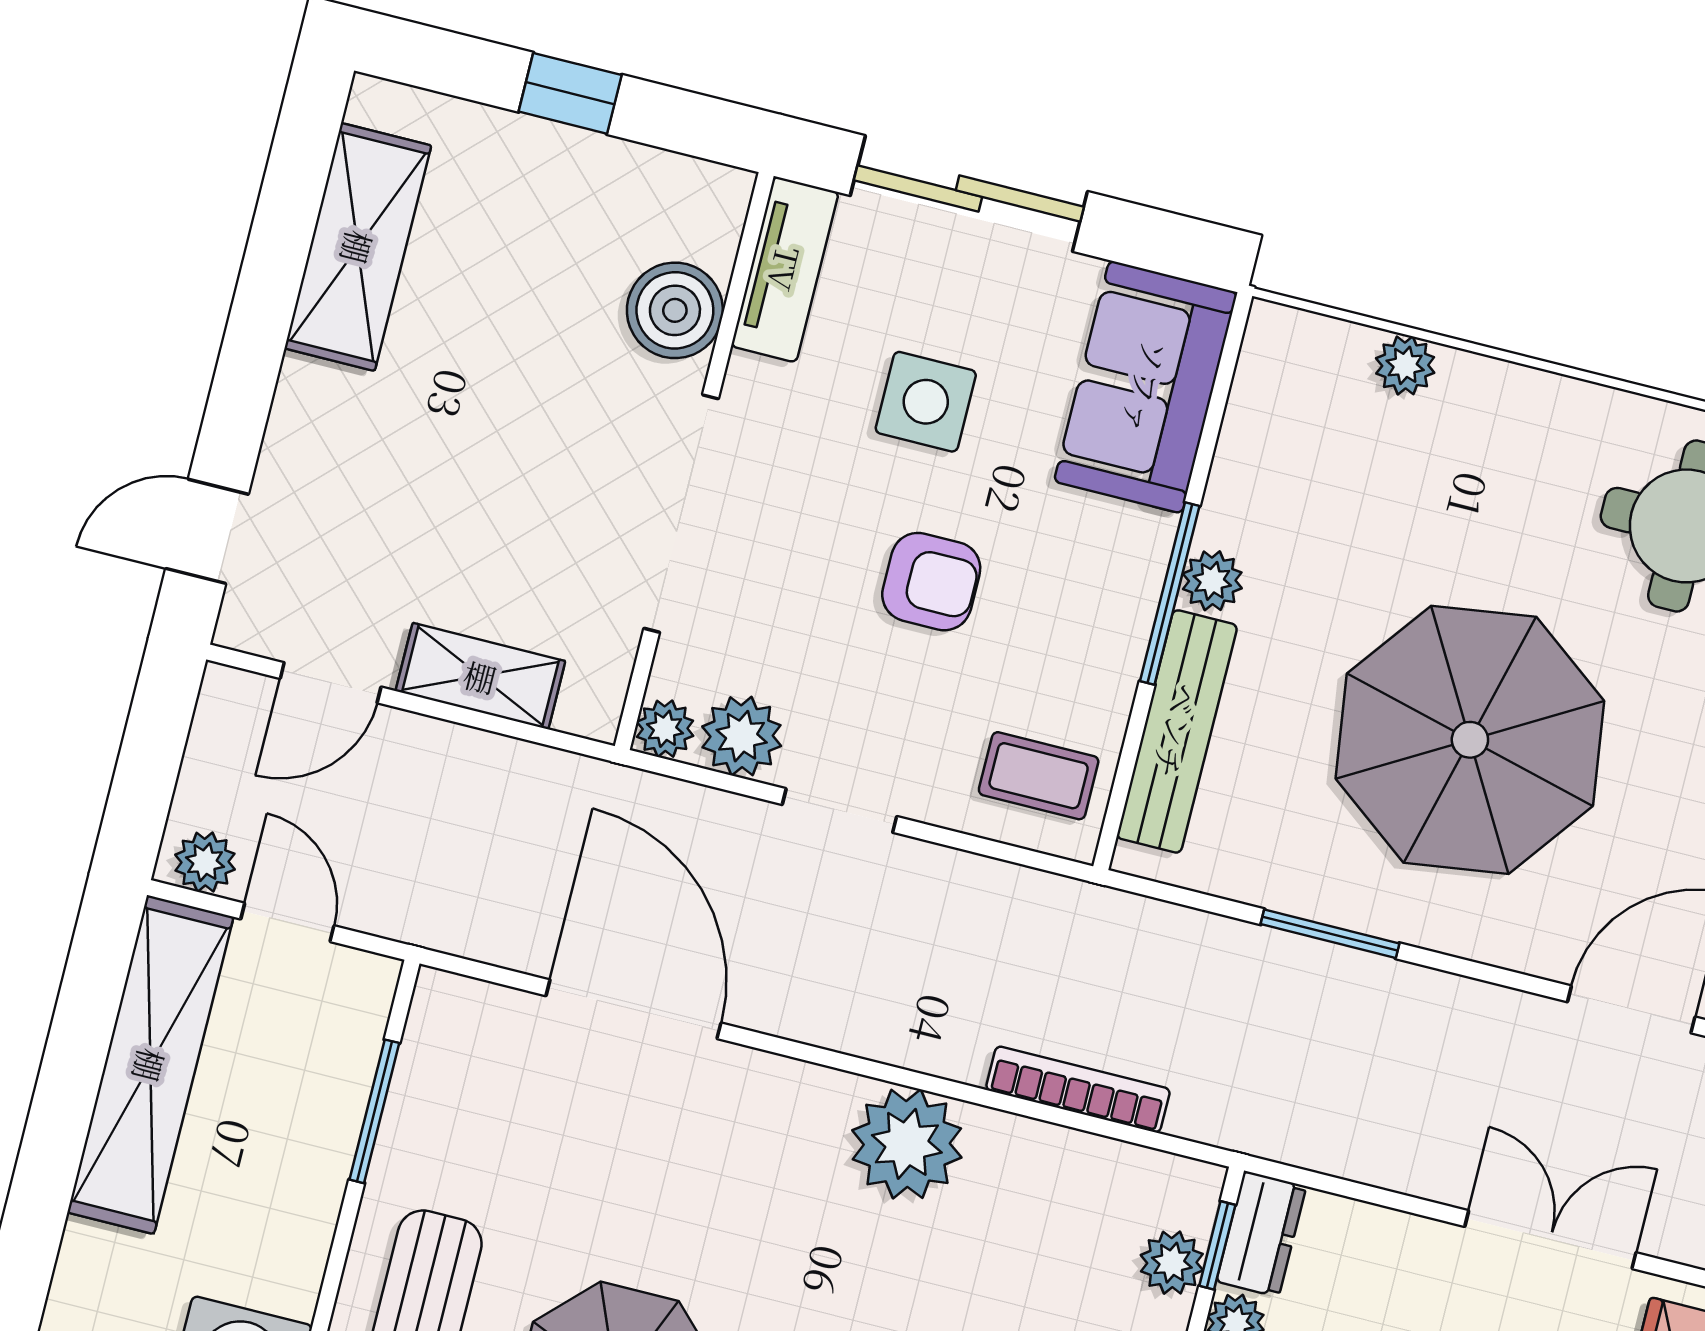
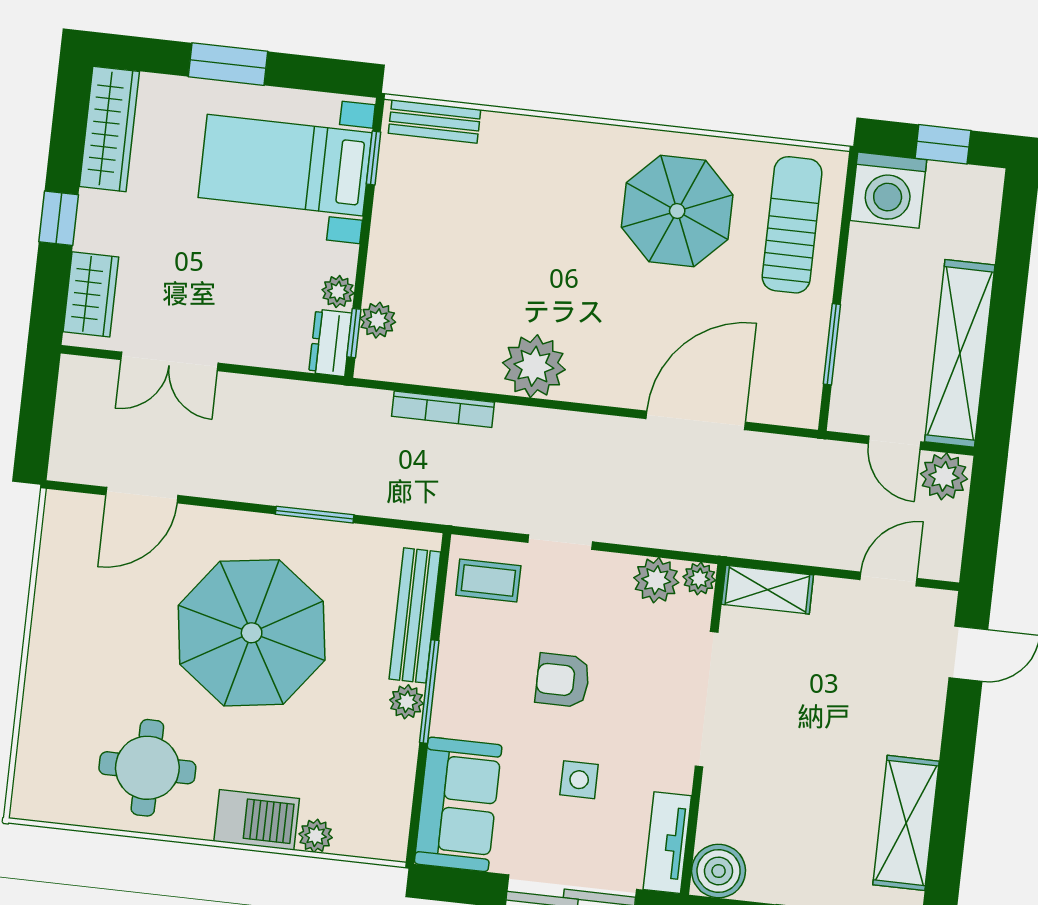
boiler: (675, 310) -> (719, 871), moved
side table: (926, 402) -> (579, 780), width x0.73, depth x0.73
barbecue: (1506, 408) -> (257, 820), added
shelving: (480, 676) -> (767, 590), moved
doorway: (839, 811) -> (560, 542), moved
plant: (205, 862) -> (944, 476), width x1.38, depth x1.38
door: (634, 1009) -> (696, 420), swing flipped

